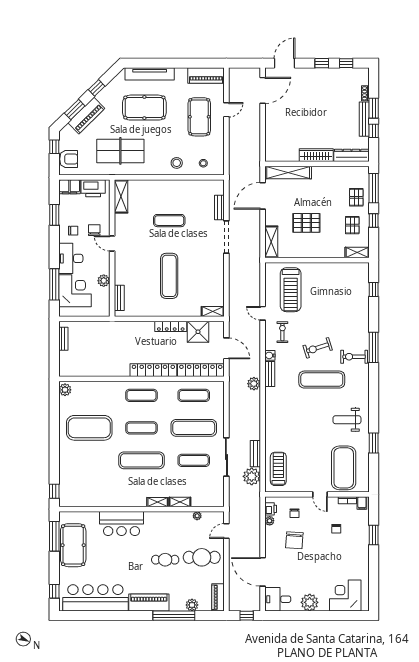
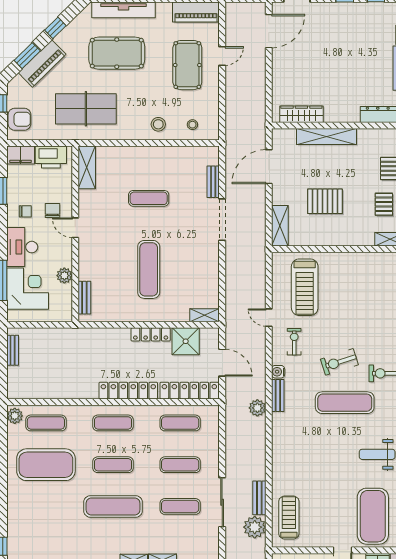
wardrobe: (316, 155) -> (301, 114), moved
shelving: (288, 172) -> (327, 137), moved
exercise mat: (89, 395) -> (46, 423), added
exercise mat: (194, 428) -> (180, 465), width x0.73, depth x0.69

